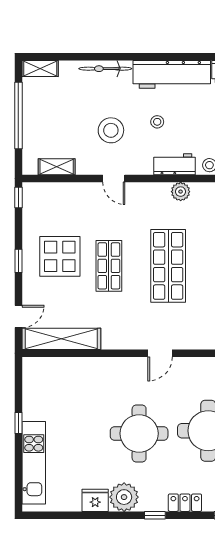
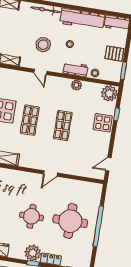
shop shelf: (168, 266) -> (63, 125), width x0.70, depth x0.74
round table: (139, 433) -> (31, 216), width x0.73, depth x0.73
plant: (124, 497) -> (33, 253), moved

